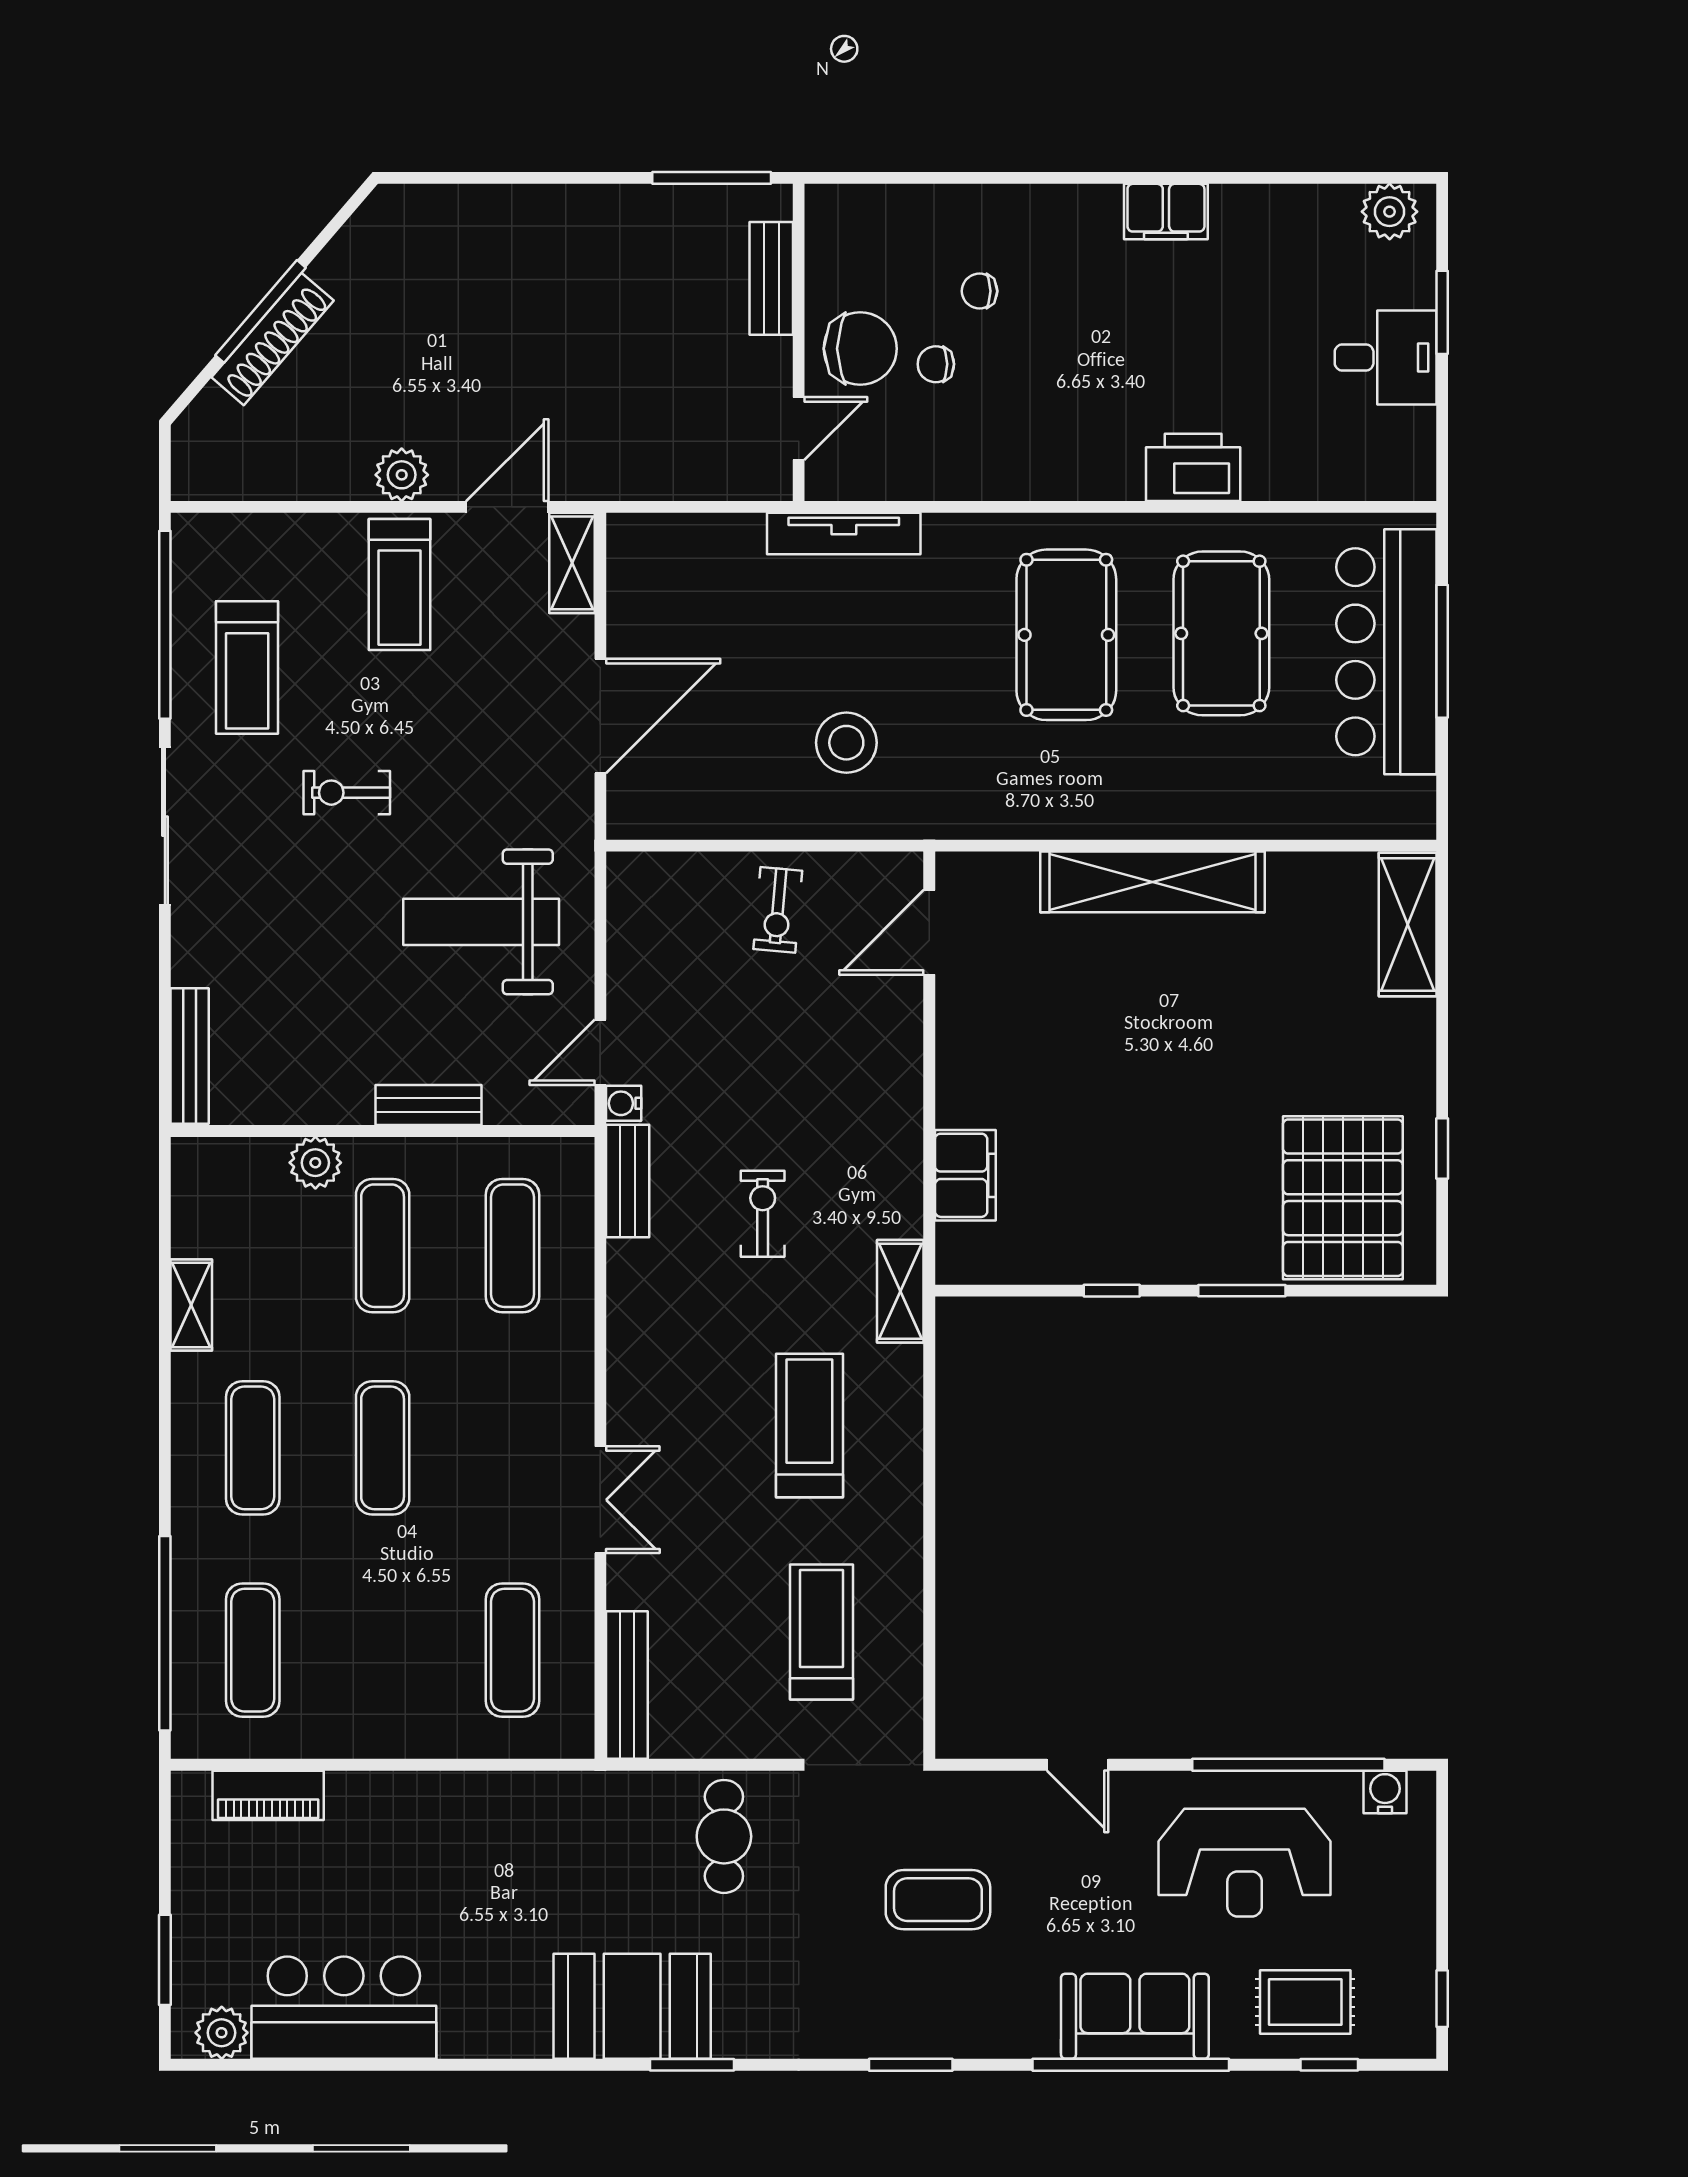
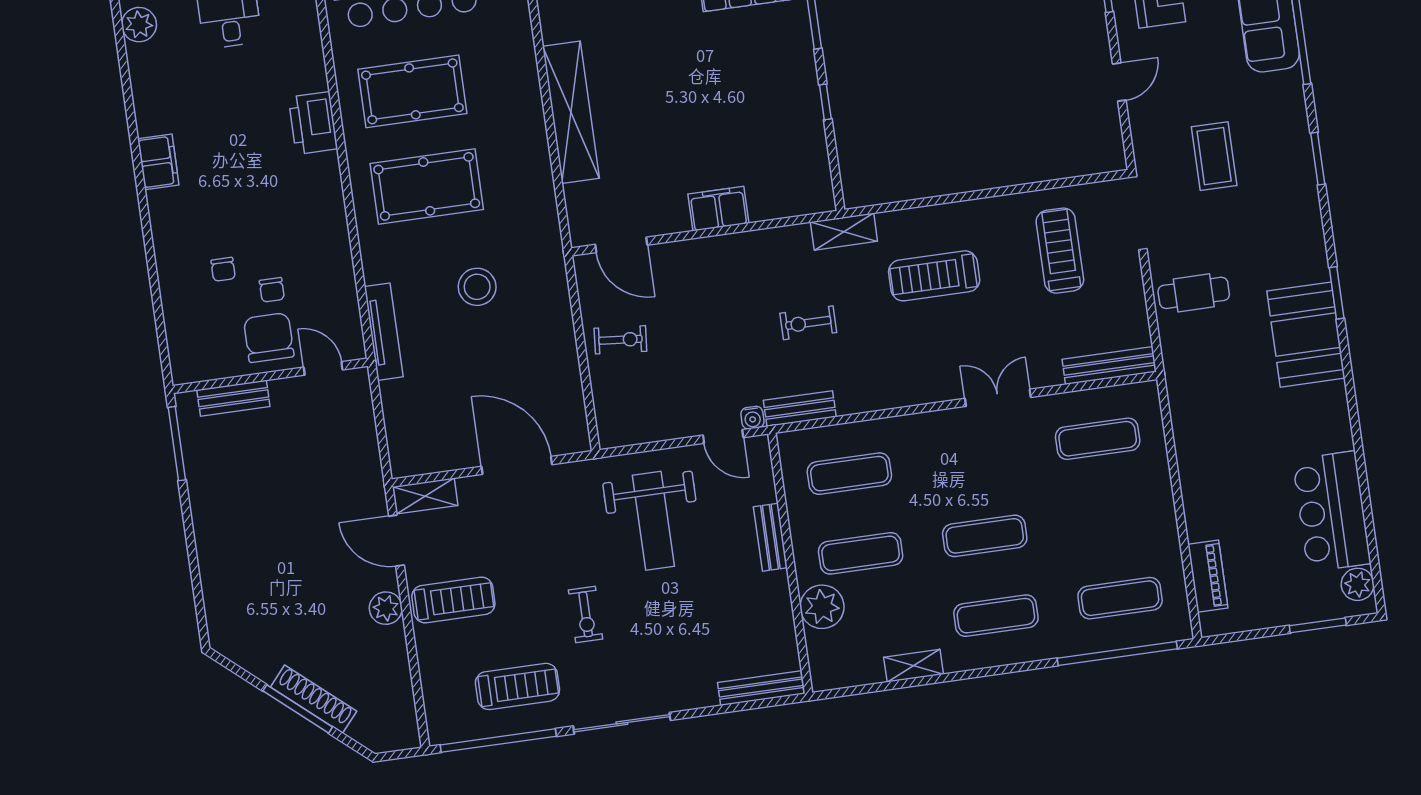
stool: (846, 743) -> (477, 287), moved
plant: (315, 1163) -> (822, 607), width x1.36, depth x1.36
filing cabinet: (965, 1175) -> (718, 209), moved
treadmill: (822, 1632) -> (1060, 251), turned 90

